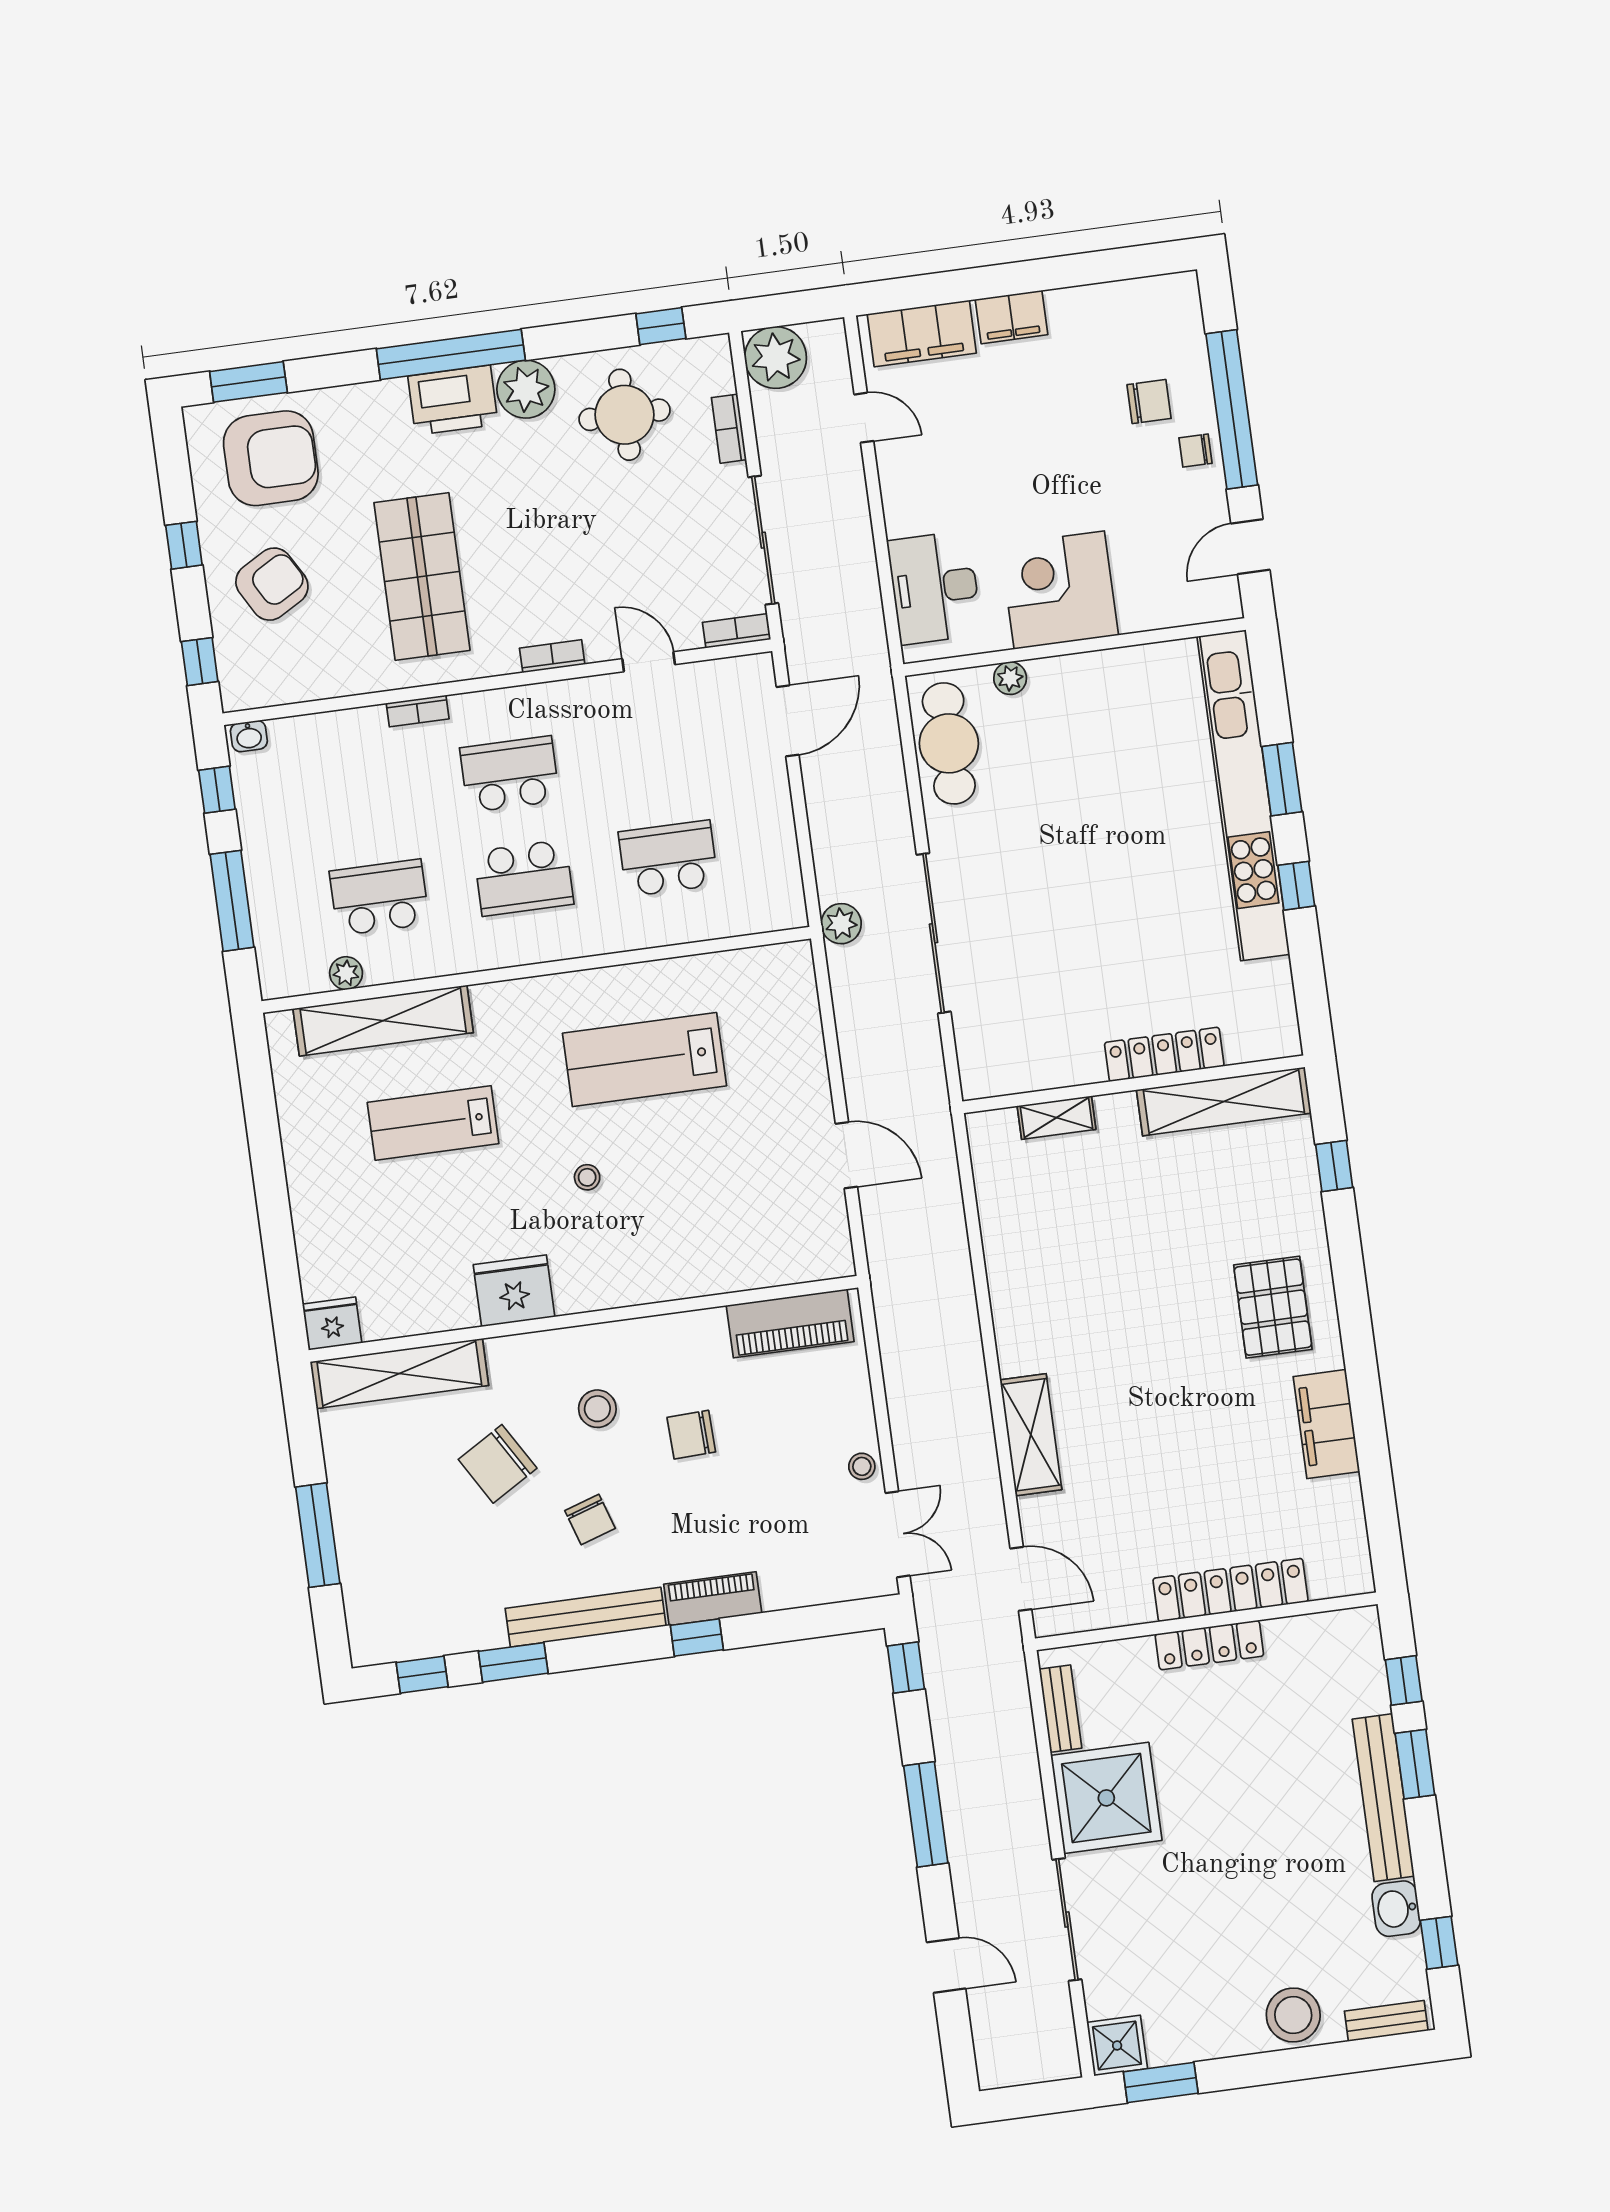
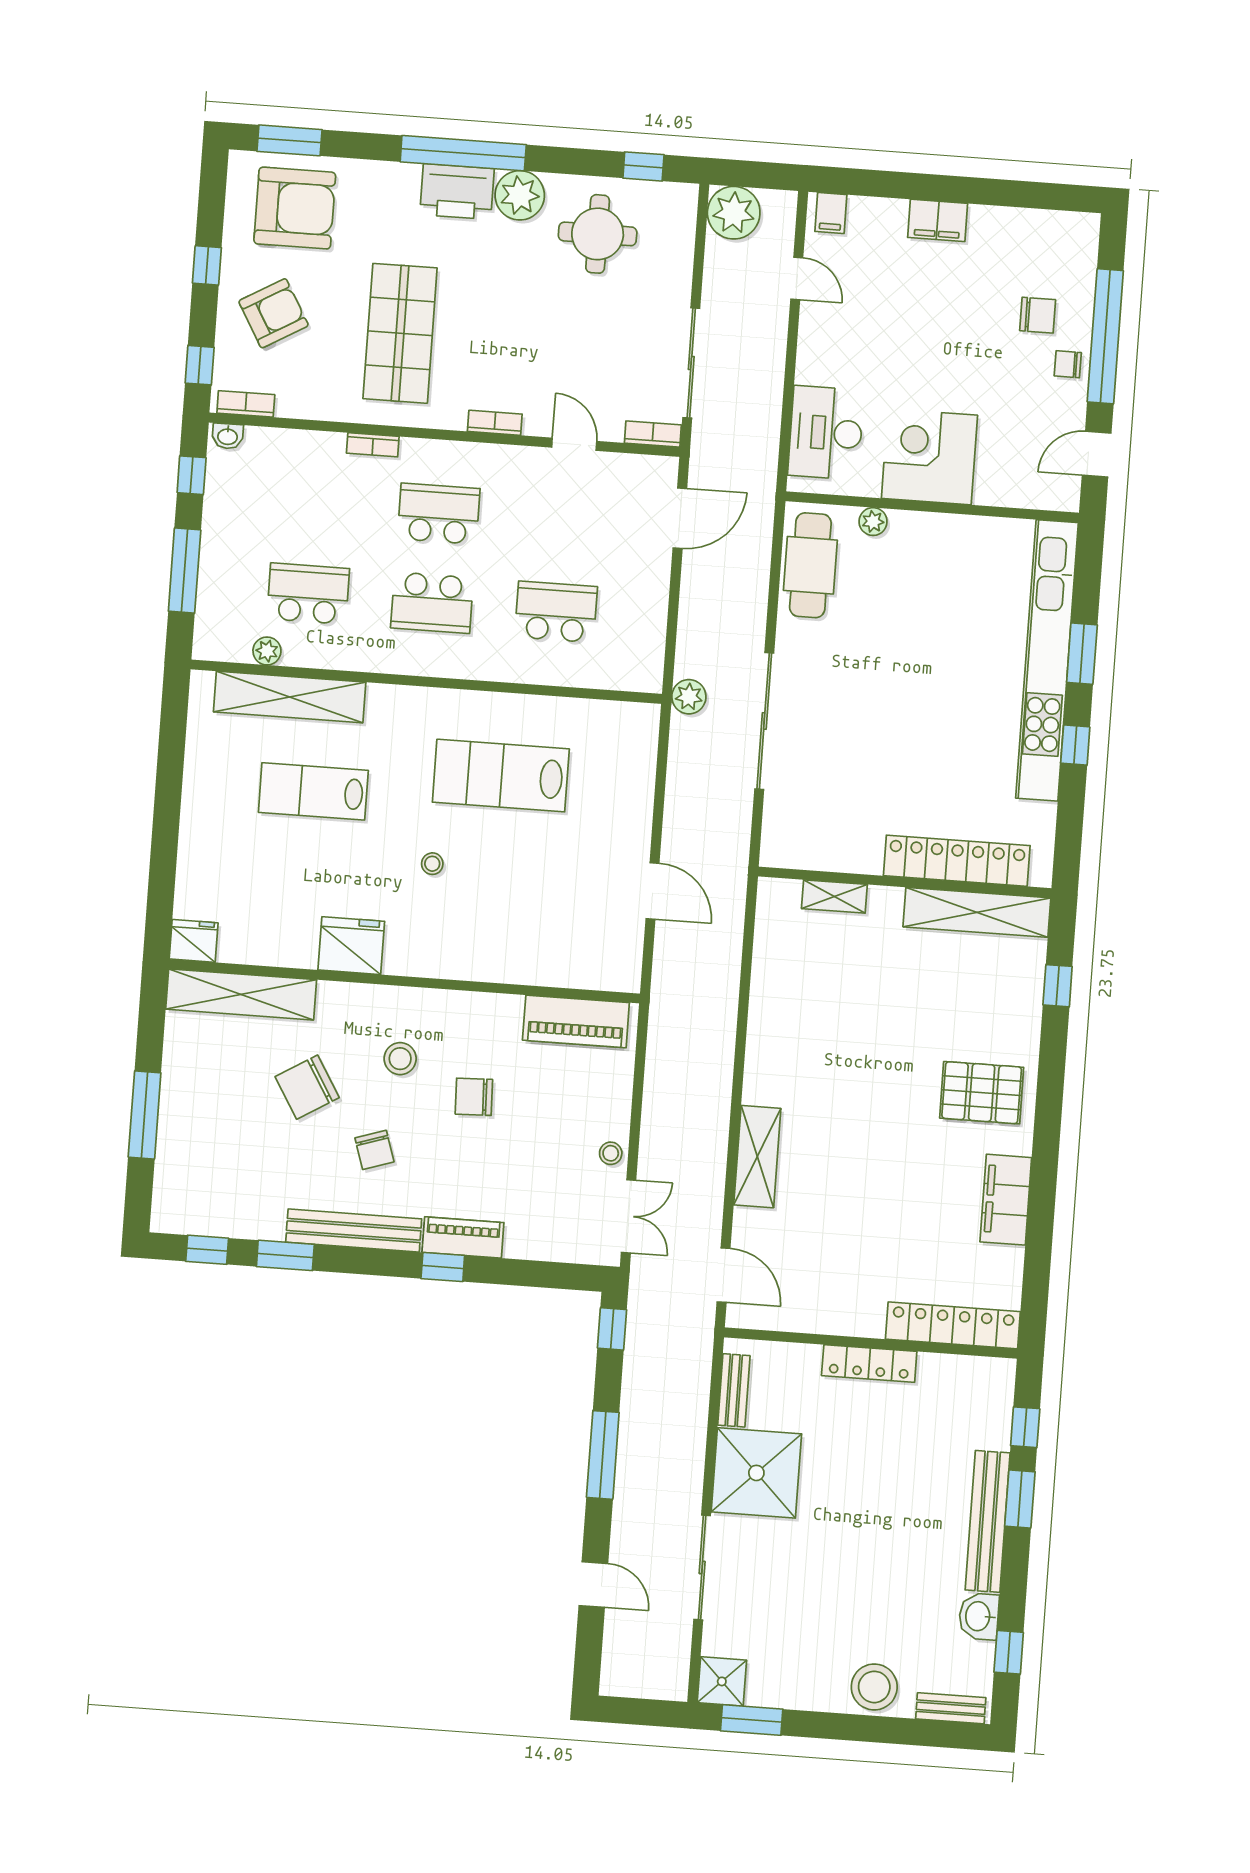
filing cabinet: (922, 333) -> (831, 213), width x0.33, depth x0.86
bookcase: (729, 429) -> (246, 404), moved, turned 90
locker: (1164, 1054) -> (957, 861), width x1.41, depth x1.21
pallet: (1273, 1307) -> (982, 1093), turned 90
locker: (1230, 1590) -> (953, 1325), moved

